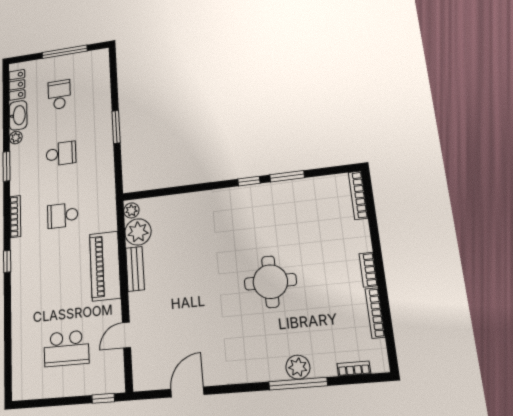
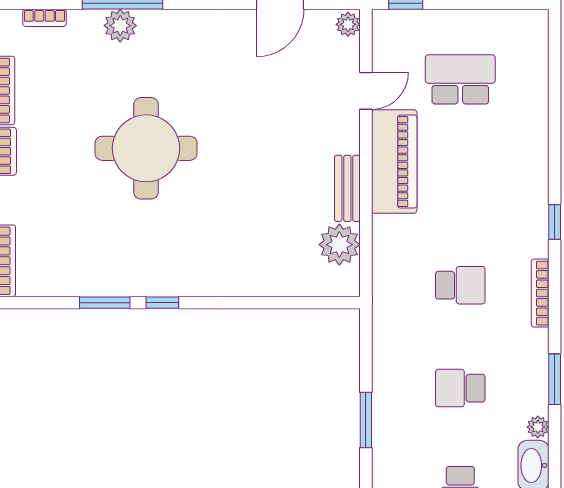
plant: (131, 210) -> (348, 24), moved
piano: (105, 266) -> (394, 162), moved
round table: (270, 282) -> (146, 148), width x1.36, depth x1.36

